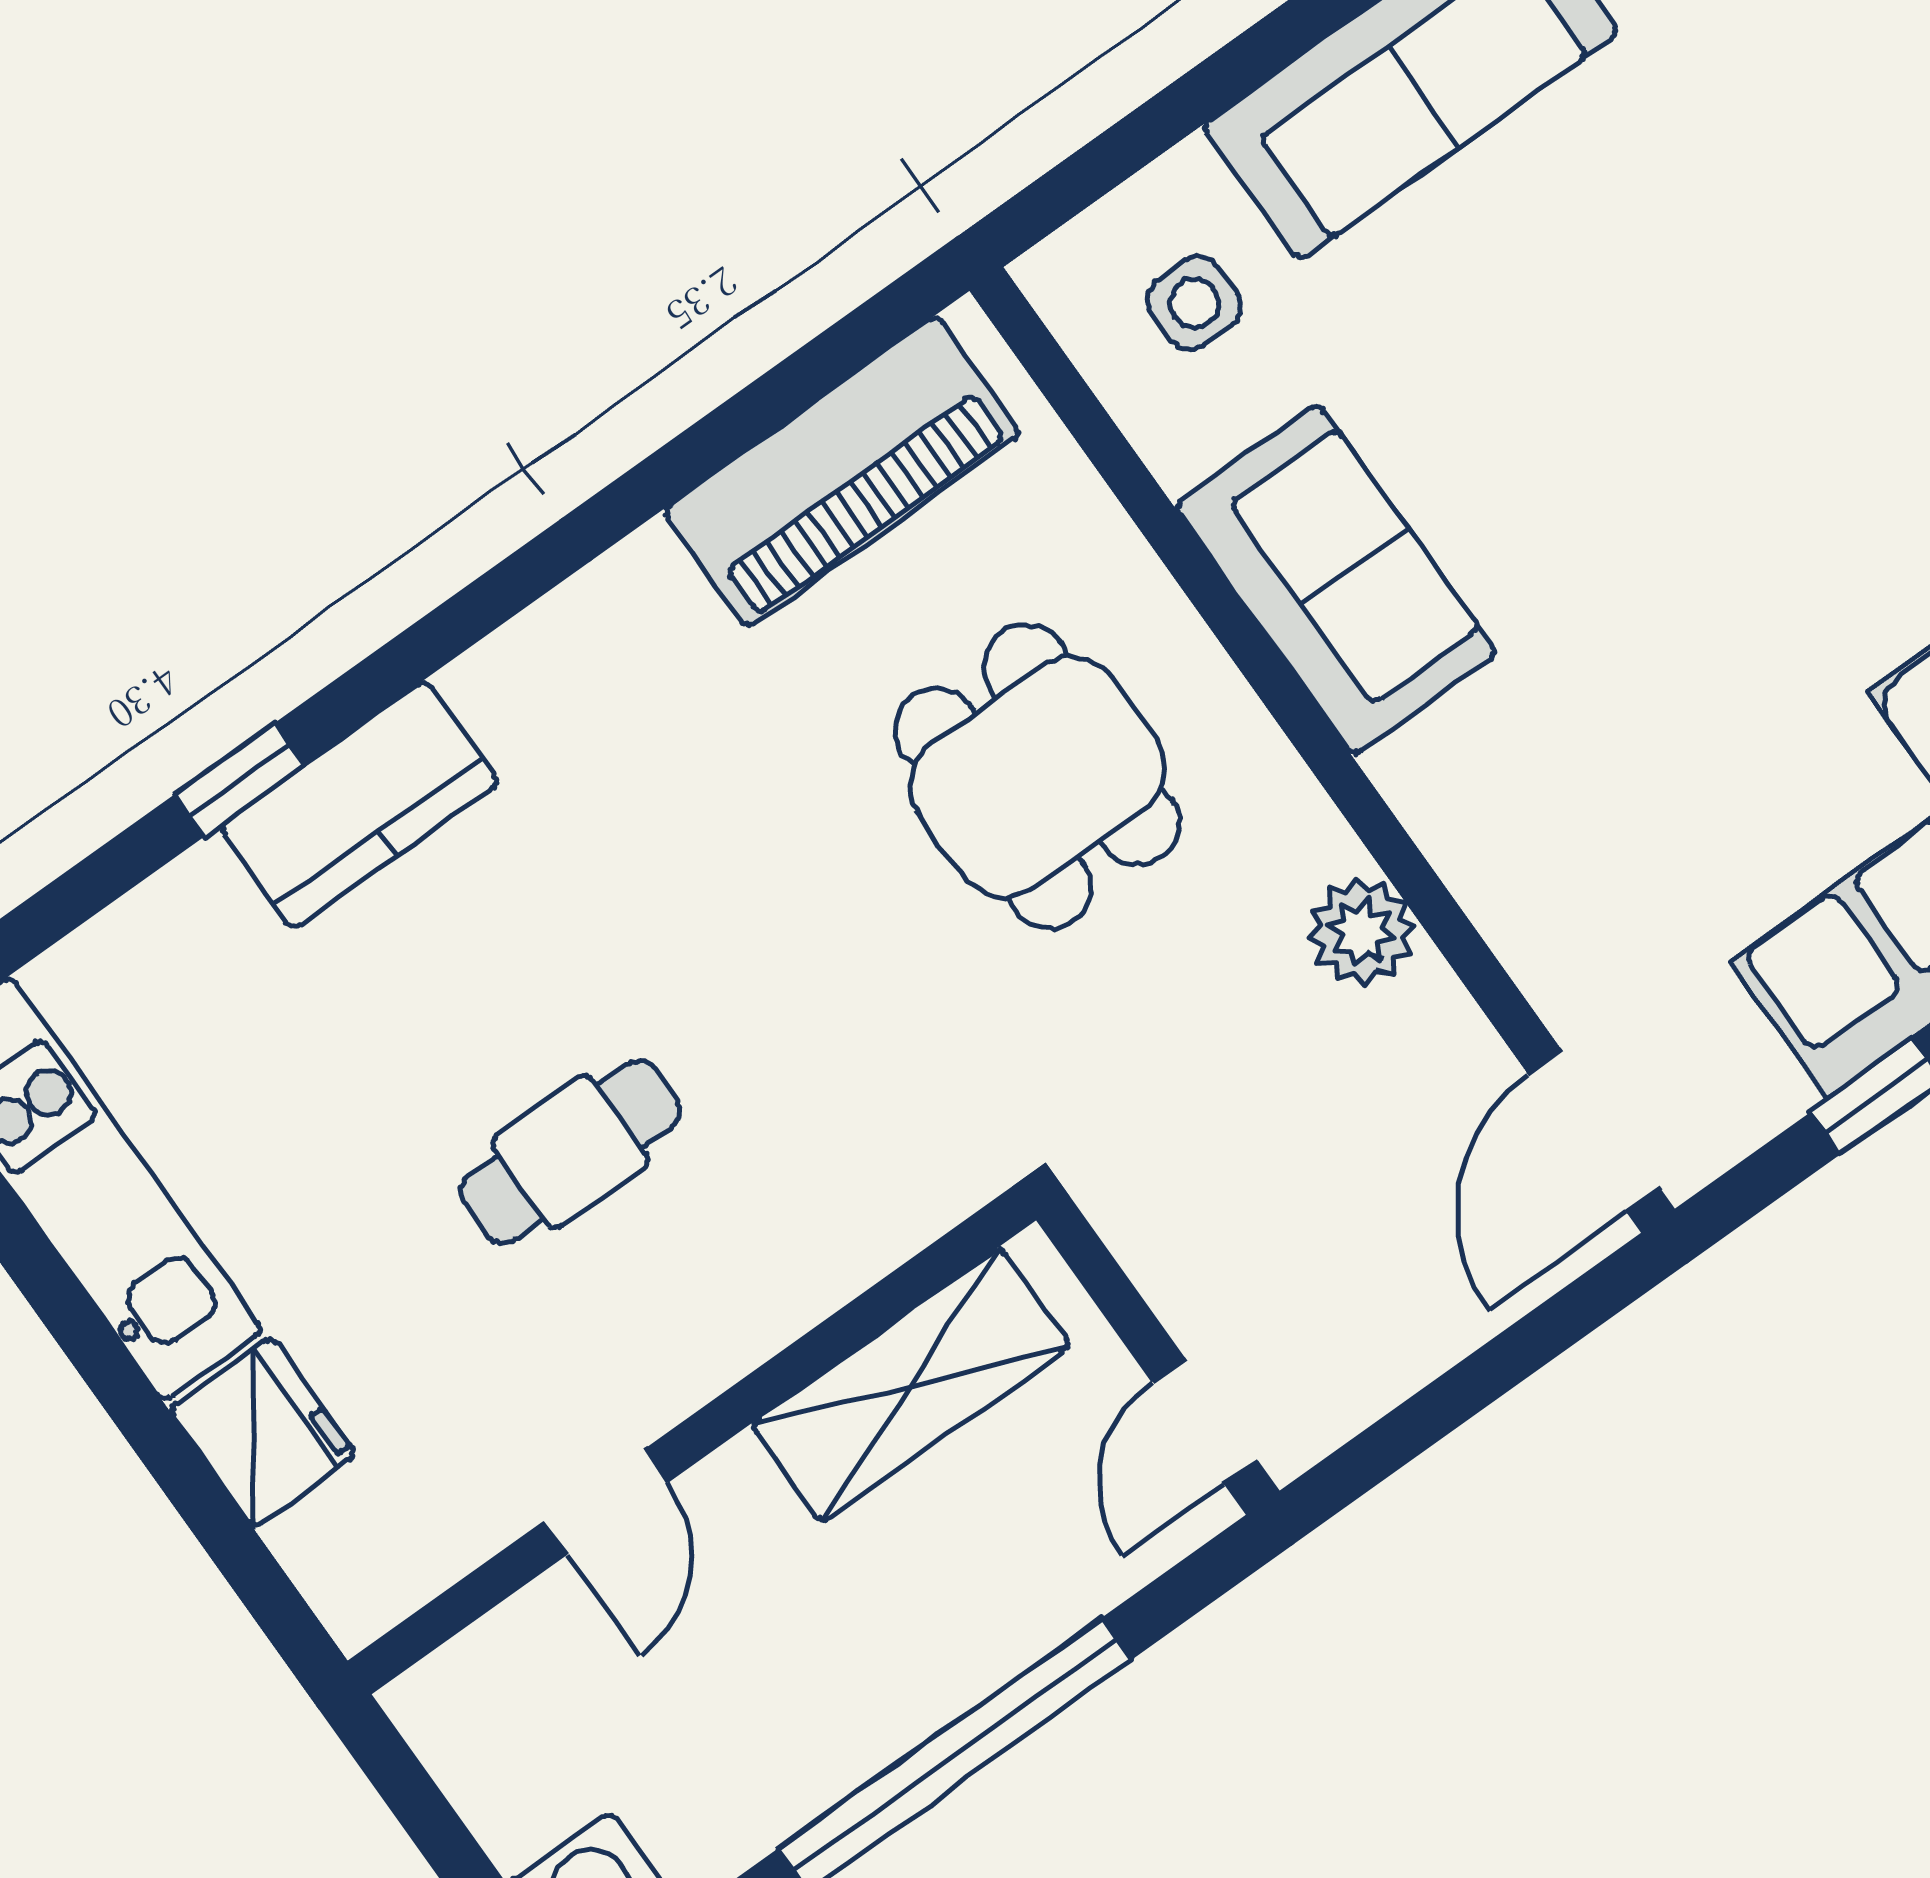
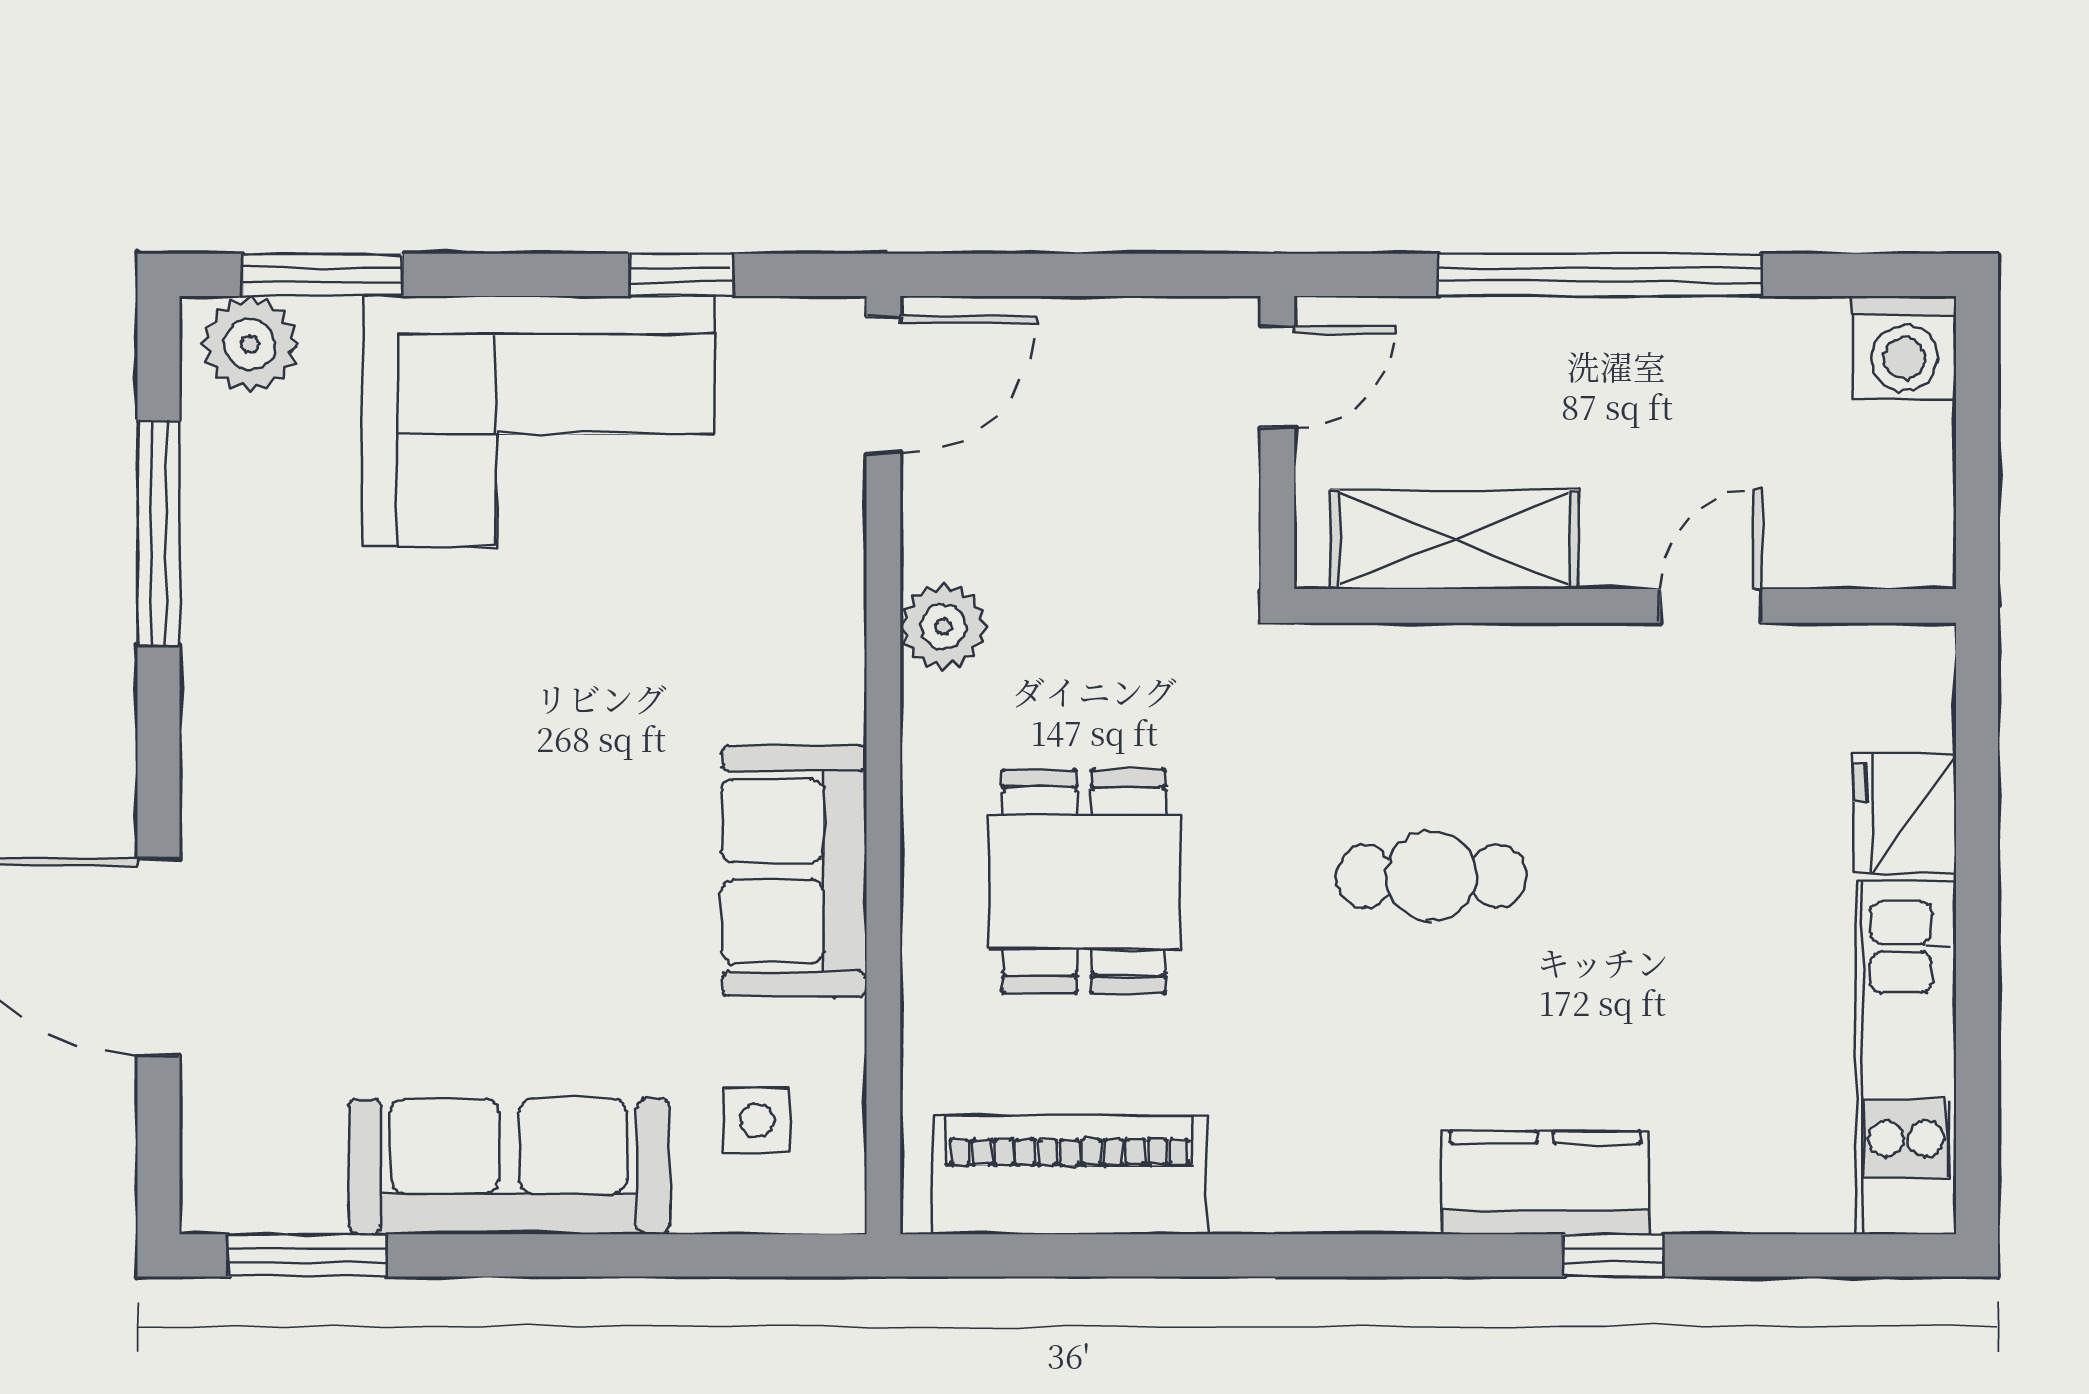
cafe table: (570, 1152) -> (1432, 876), moved

